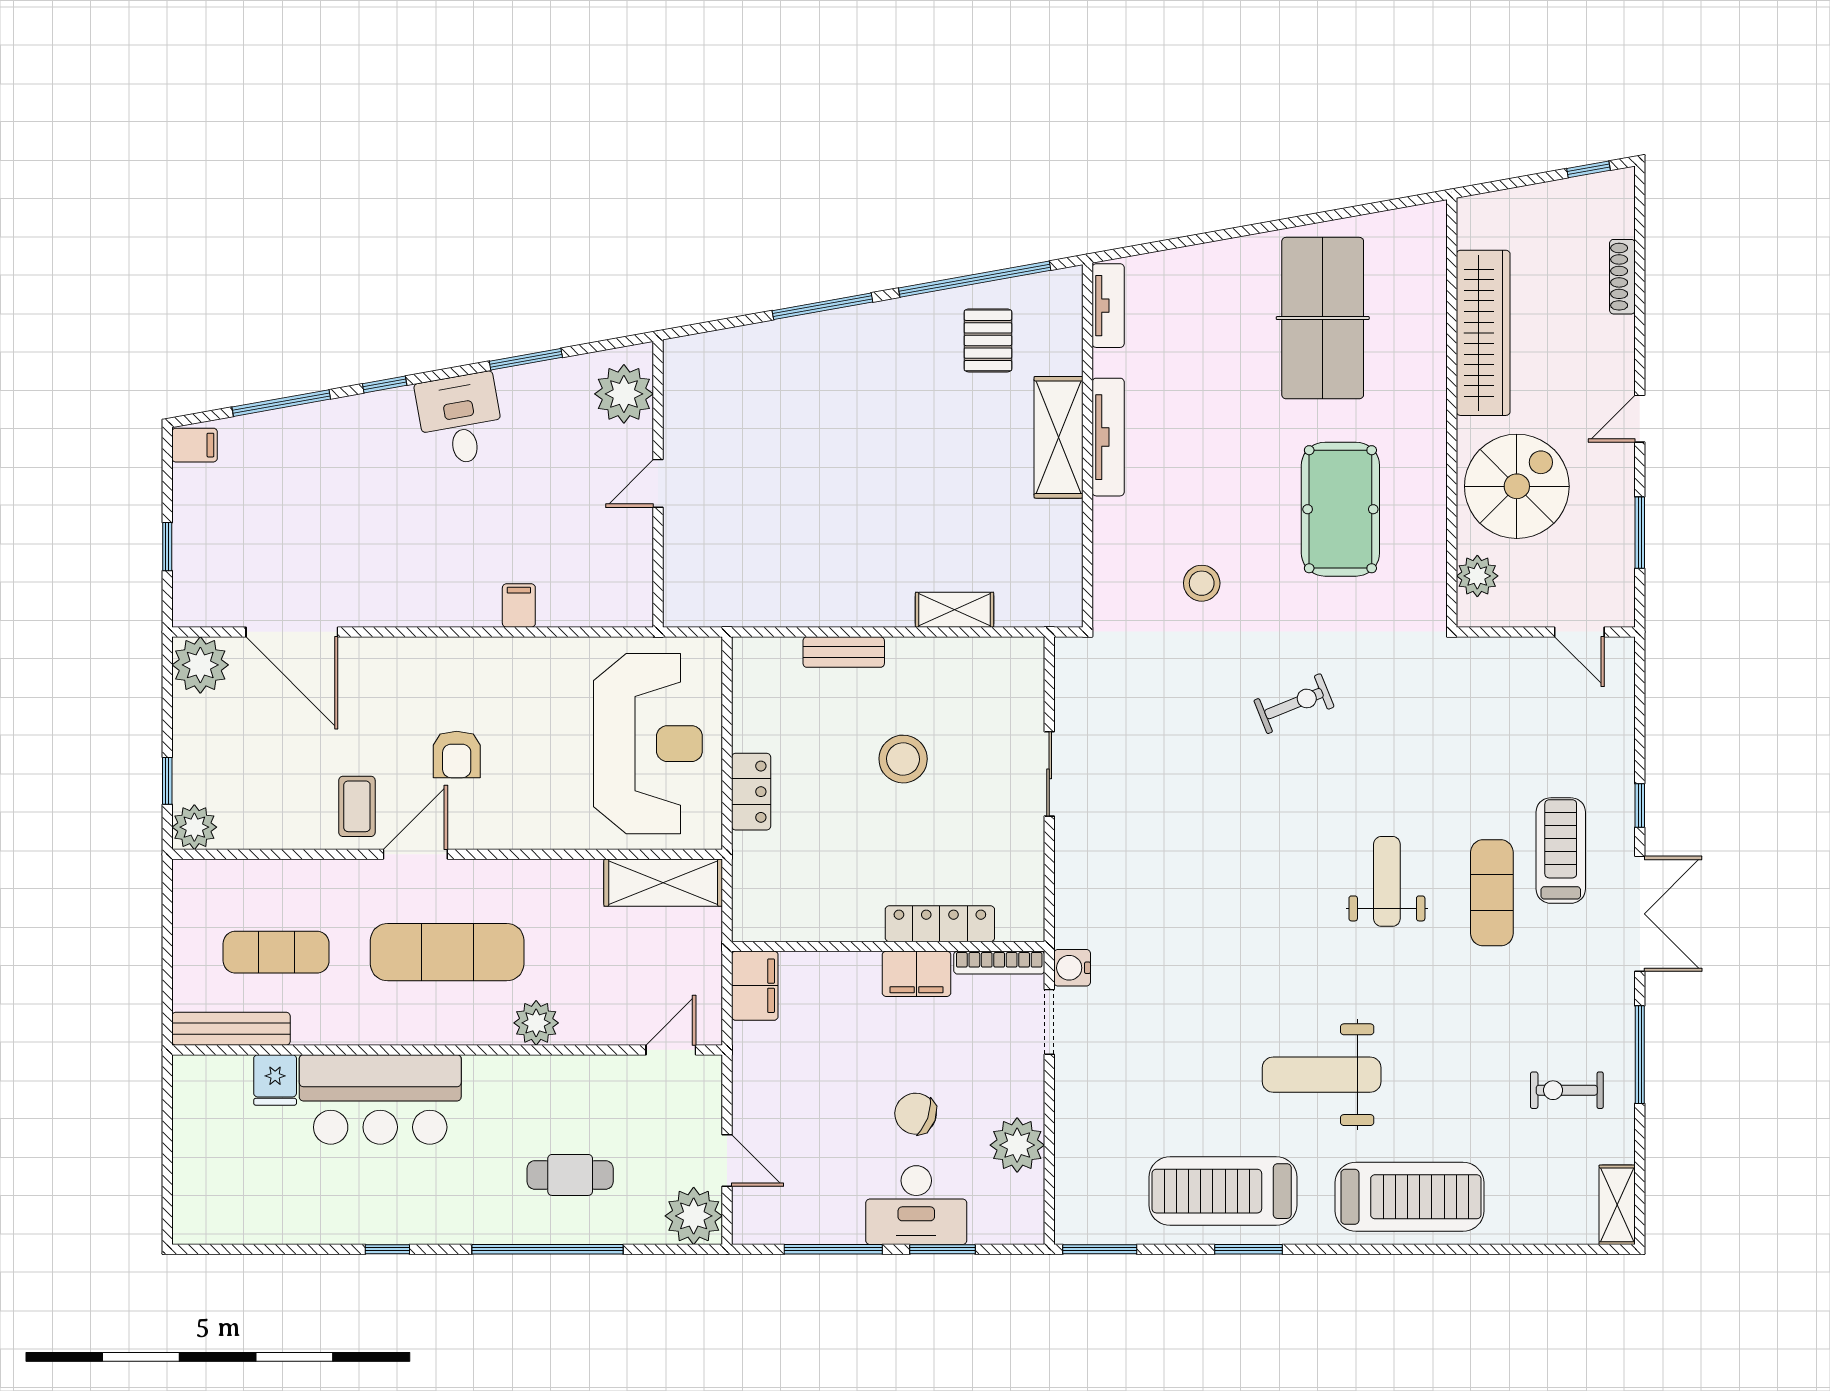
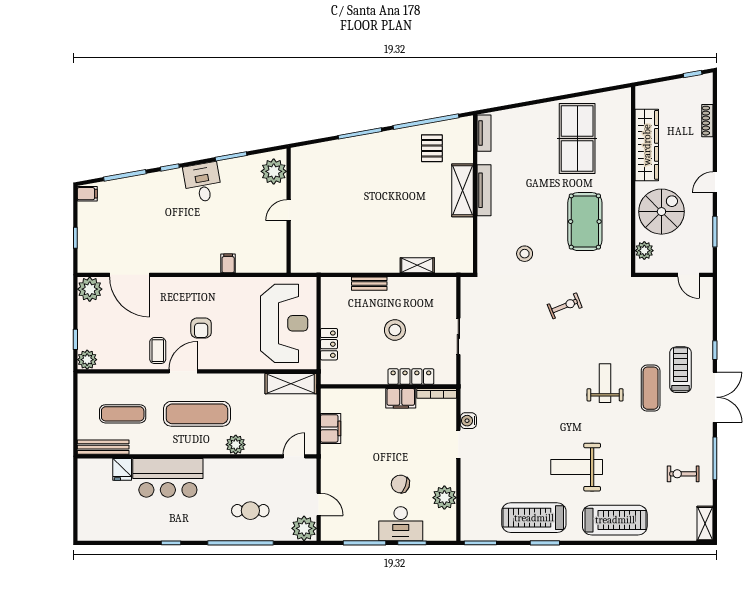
locker: (940, 924) -> (411, 377), moved
wall: (888, 946) -> (388, 386), moved
bookcase: (999, 963) -> (437, 393), moved
filing cabinet: (917, 974) -> (401, 398), moved

